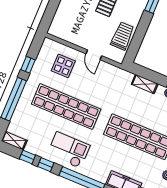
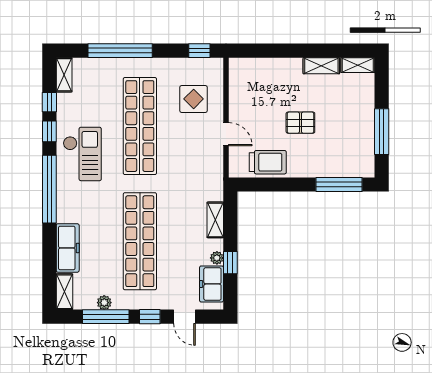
door: (94, 55) -> (226, 134), swing flipped
window: (28, 65) -> (199, 51), moved

